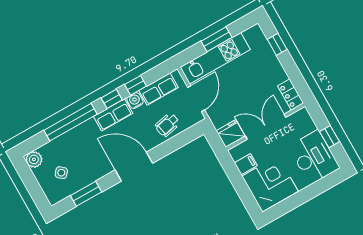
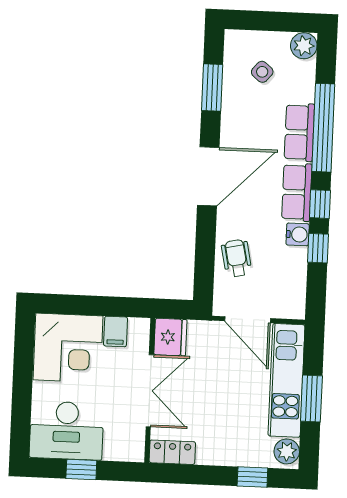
plant: (252, 35) -> (287, 451), added
row of seats: (158, 89) -> (299, 132), moved

